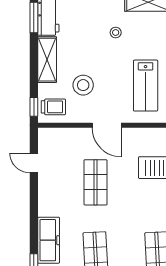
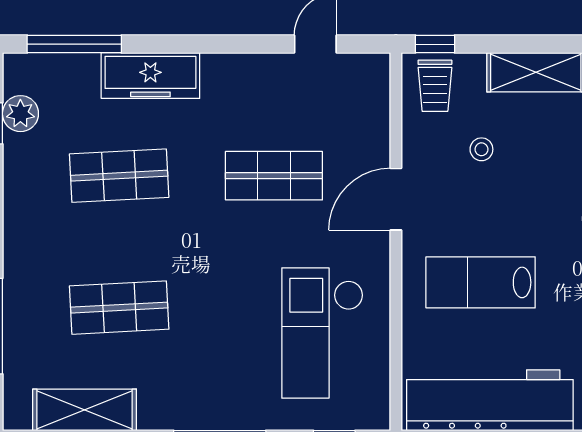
stool: (83, 85) -> (481, 149), width x0.53, depth x0.53

